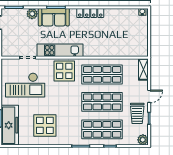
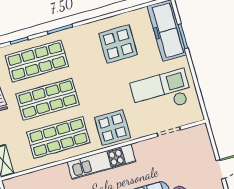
kitchen unit: (60, 50) -> (102, 162), moved

